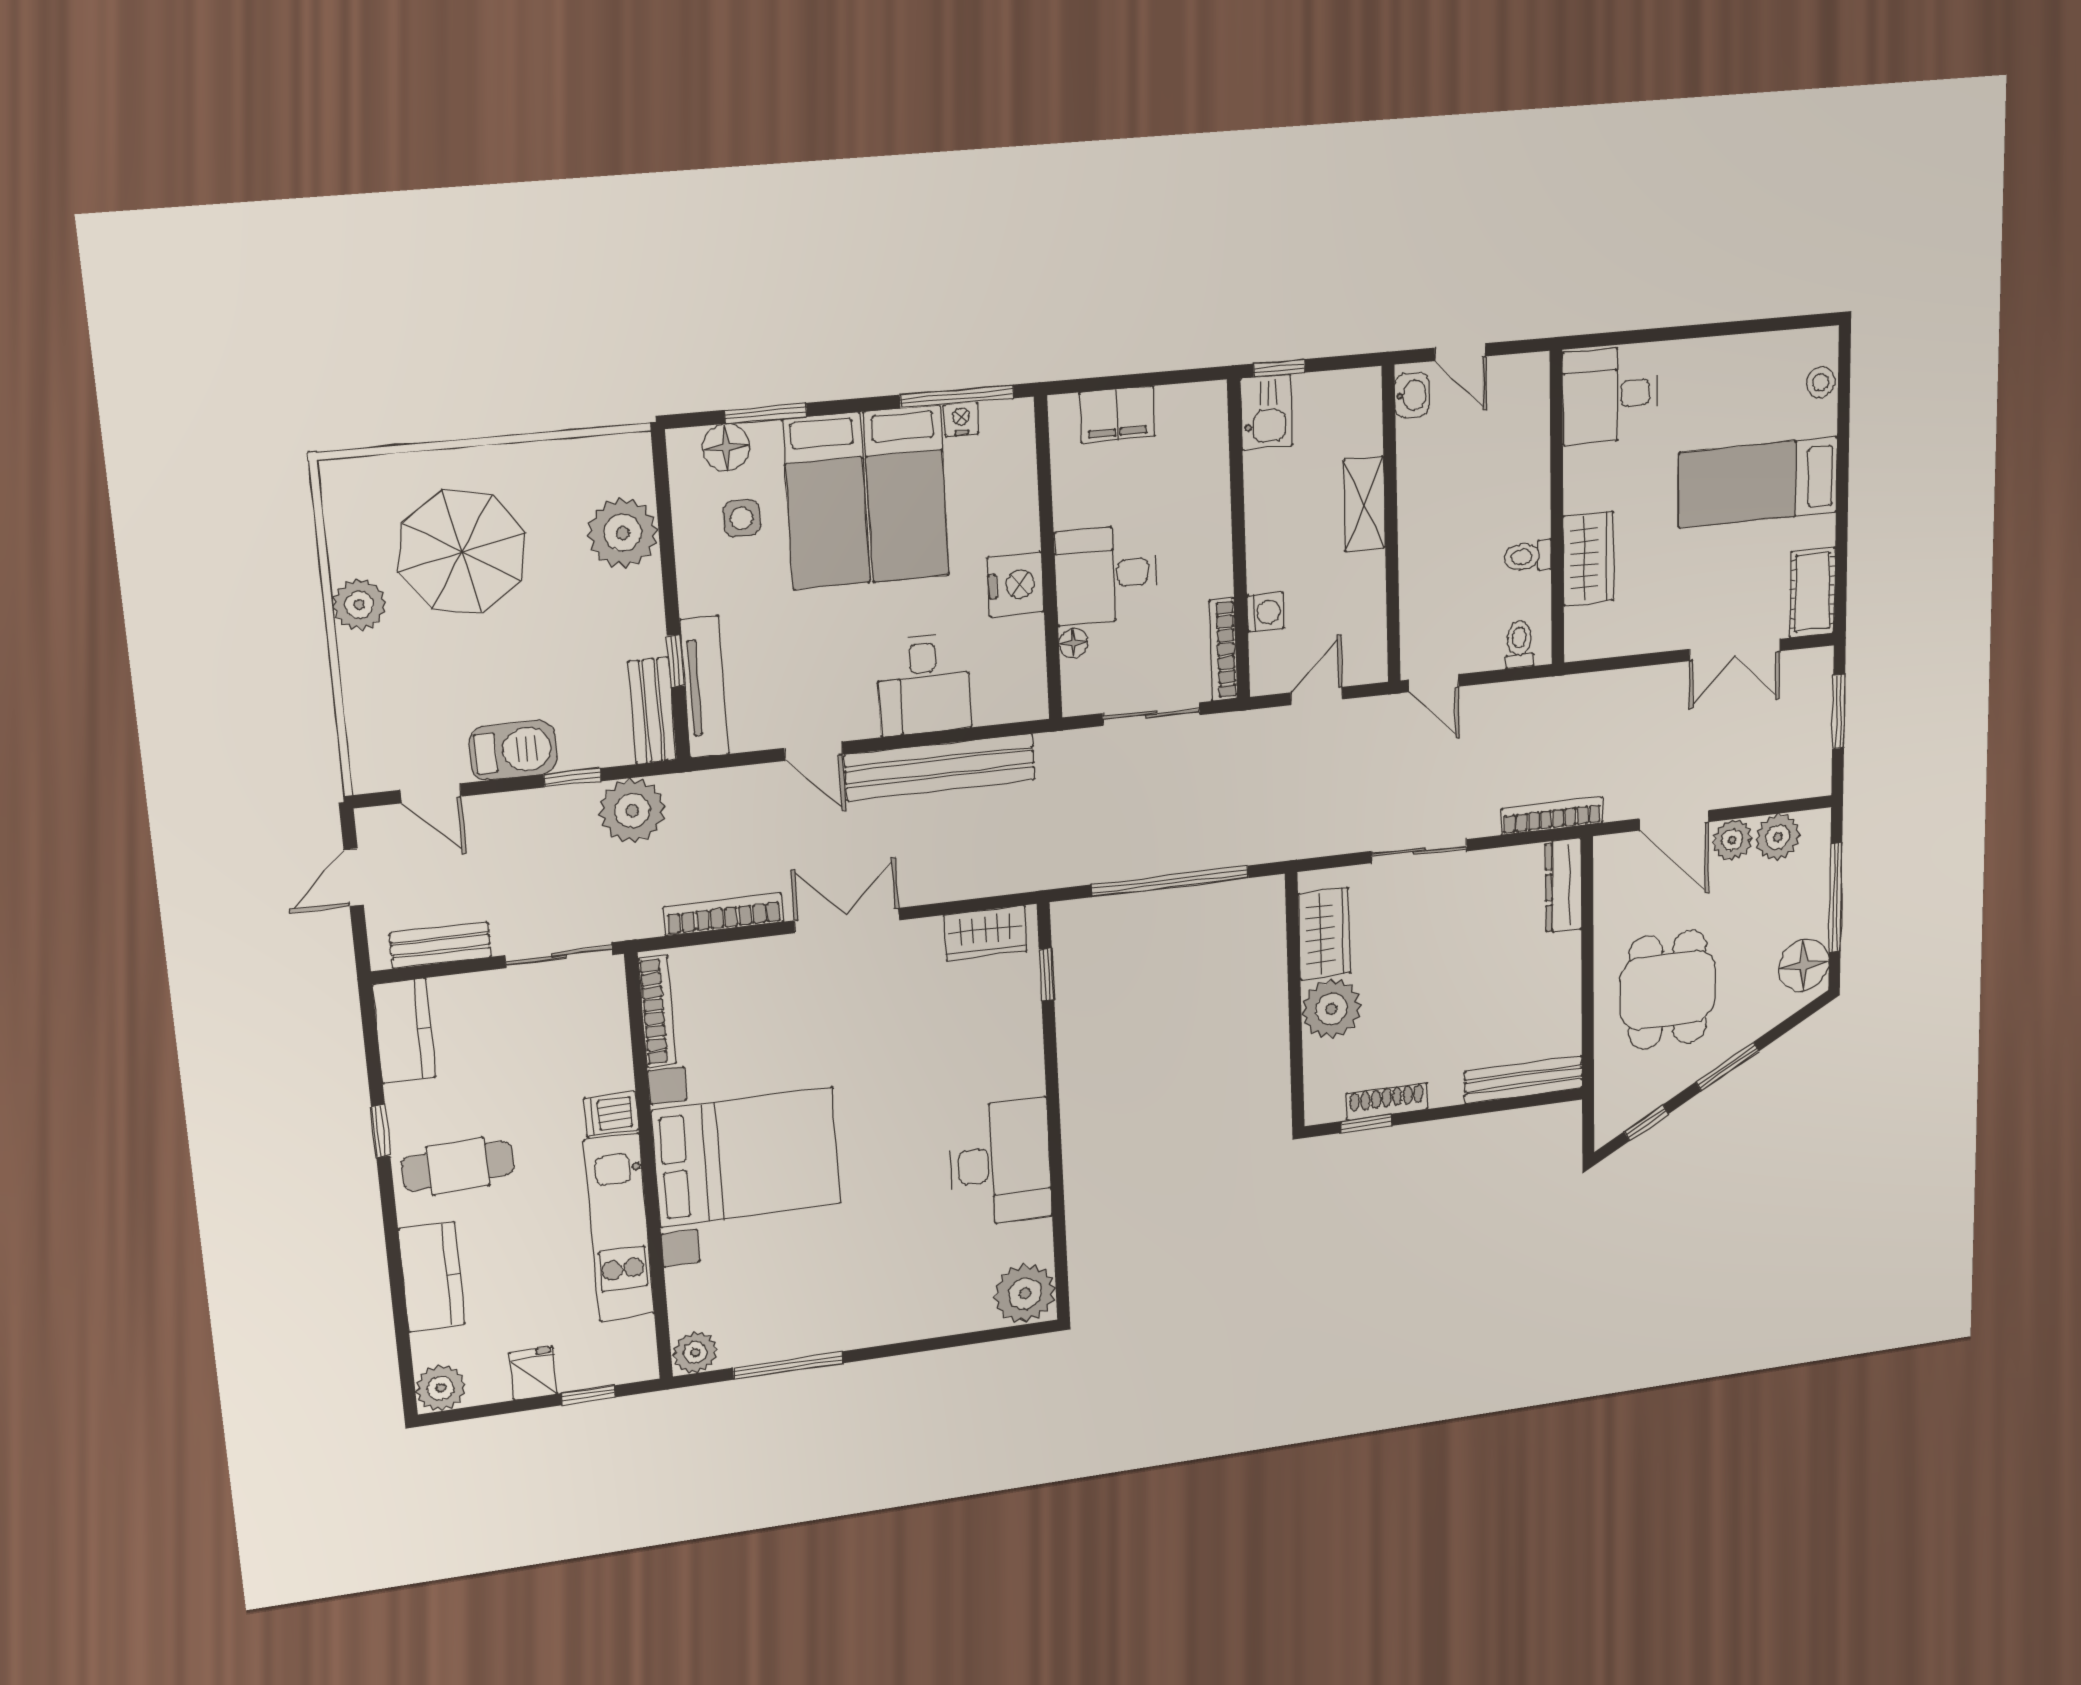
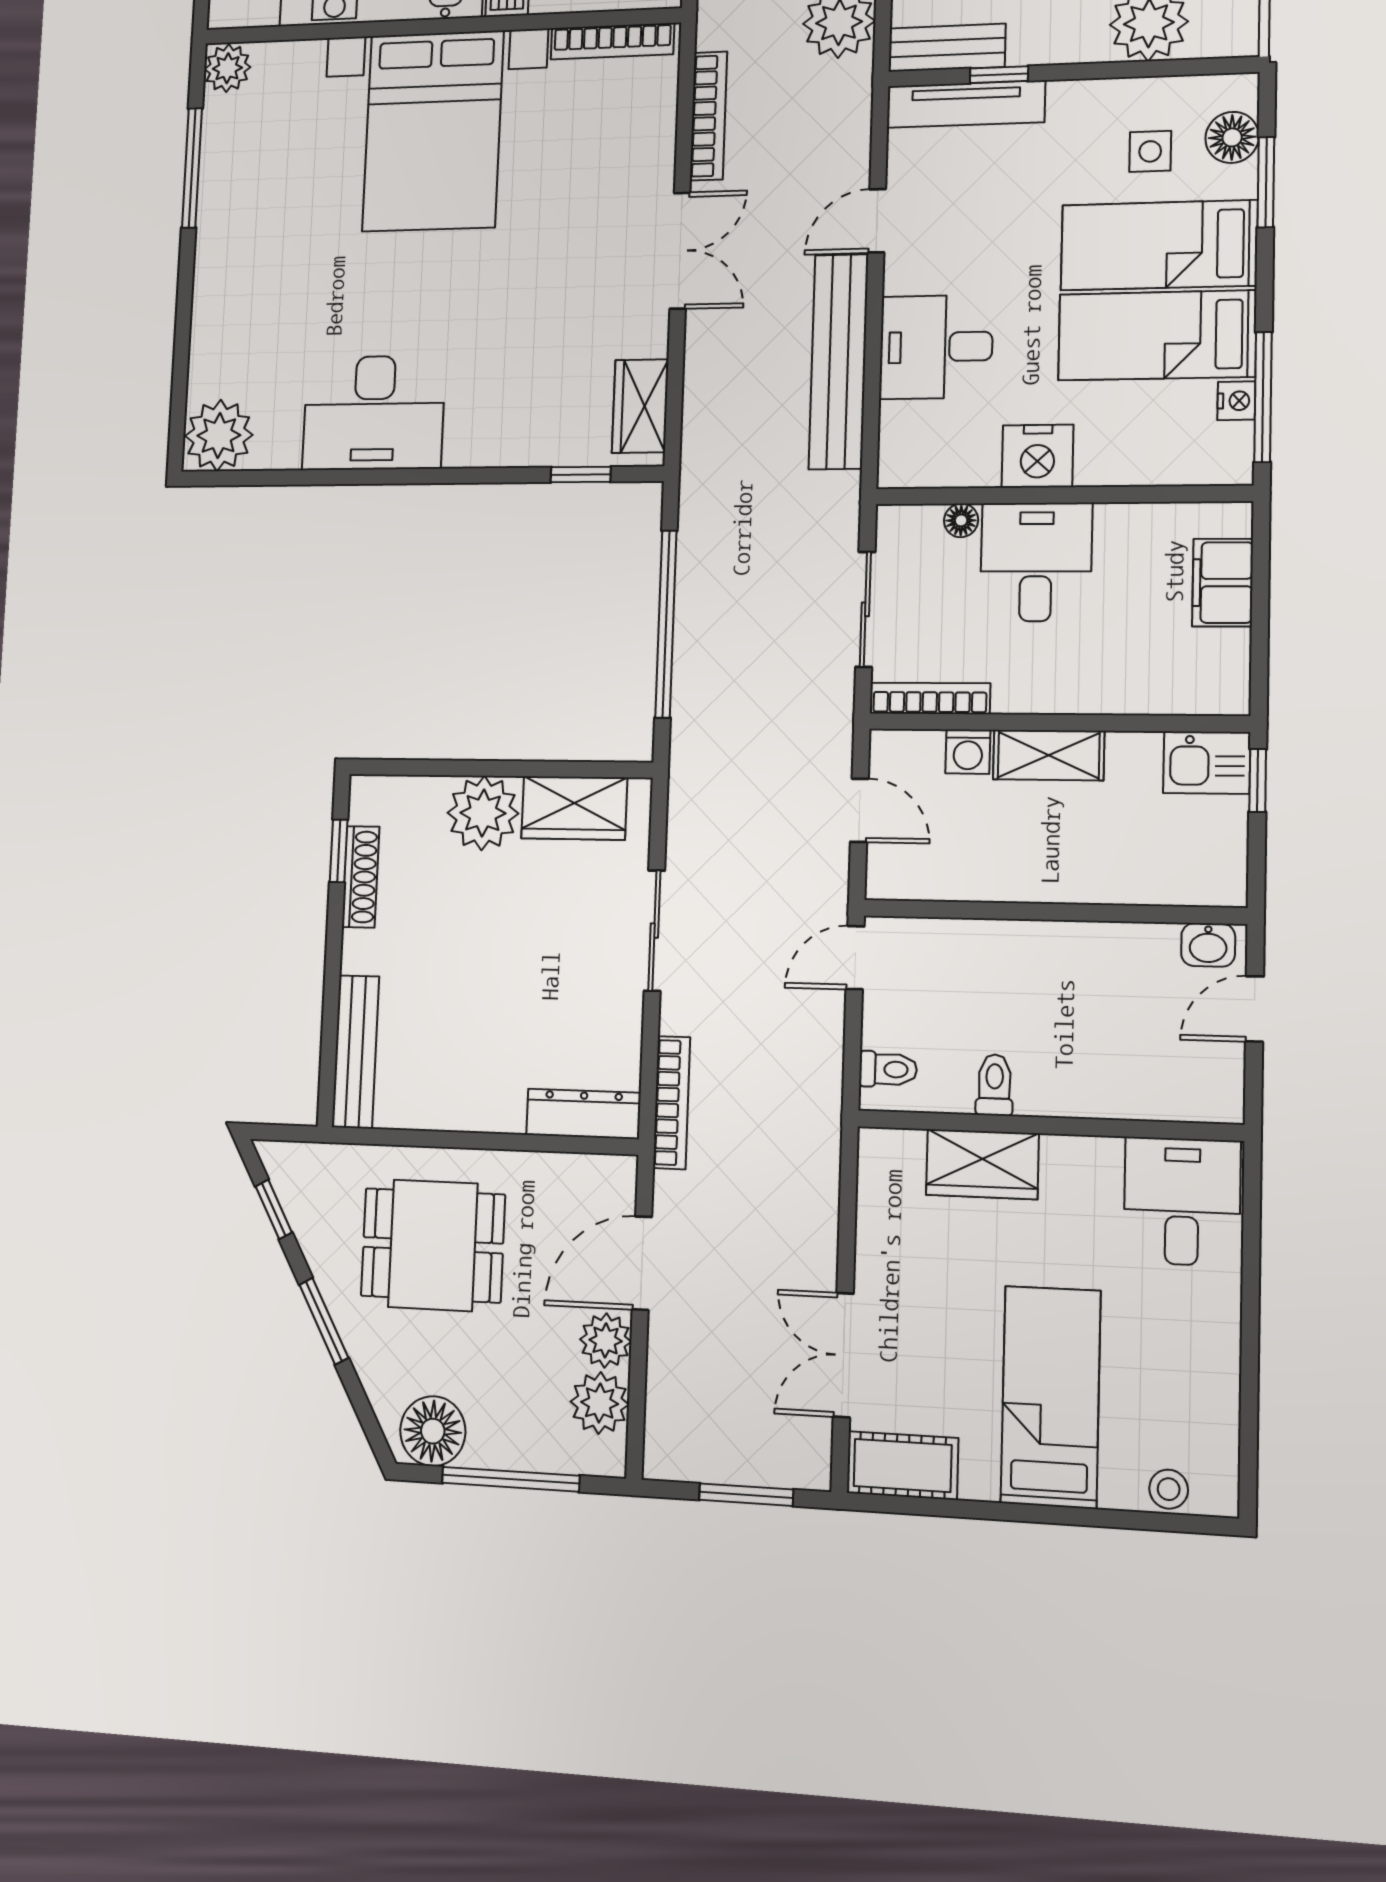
shelving: (1364, 504) -> (1049, 755), moved

